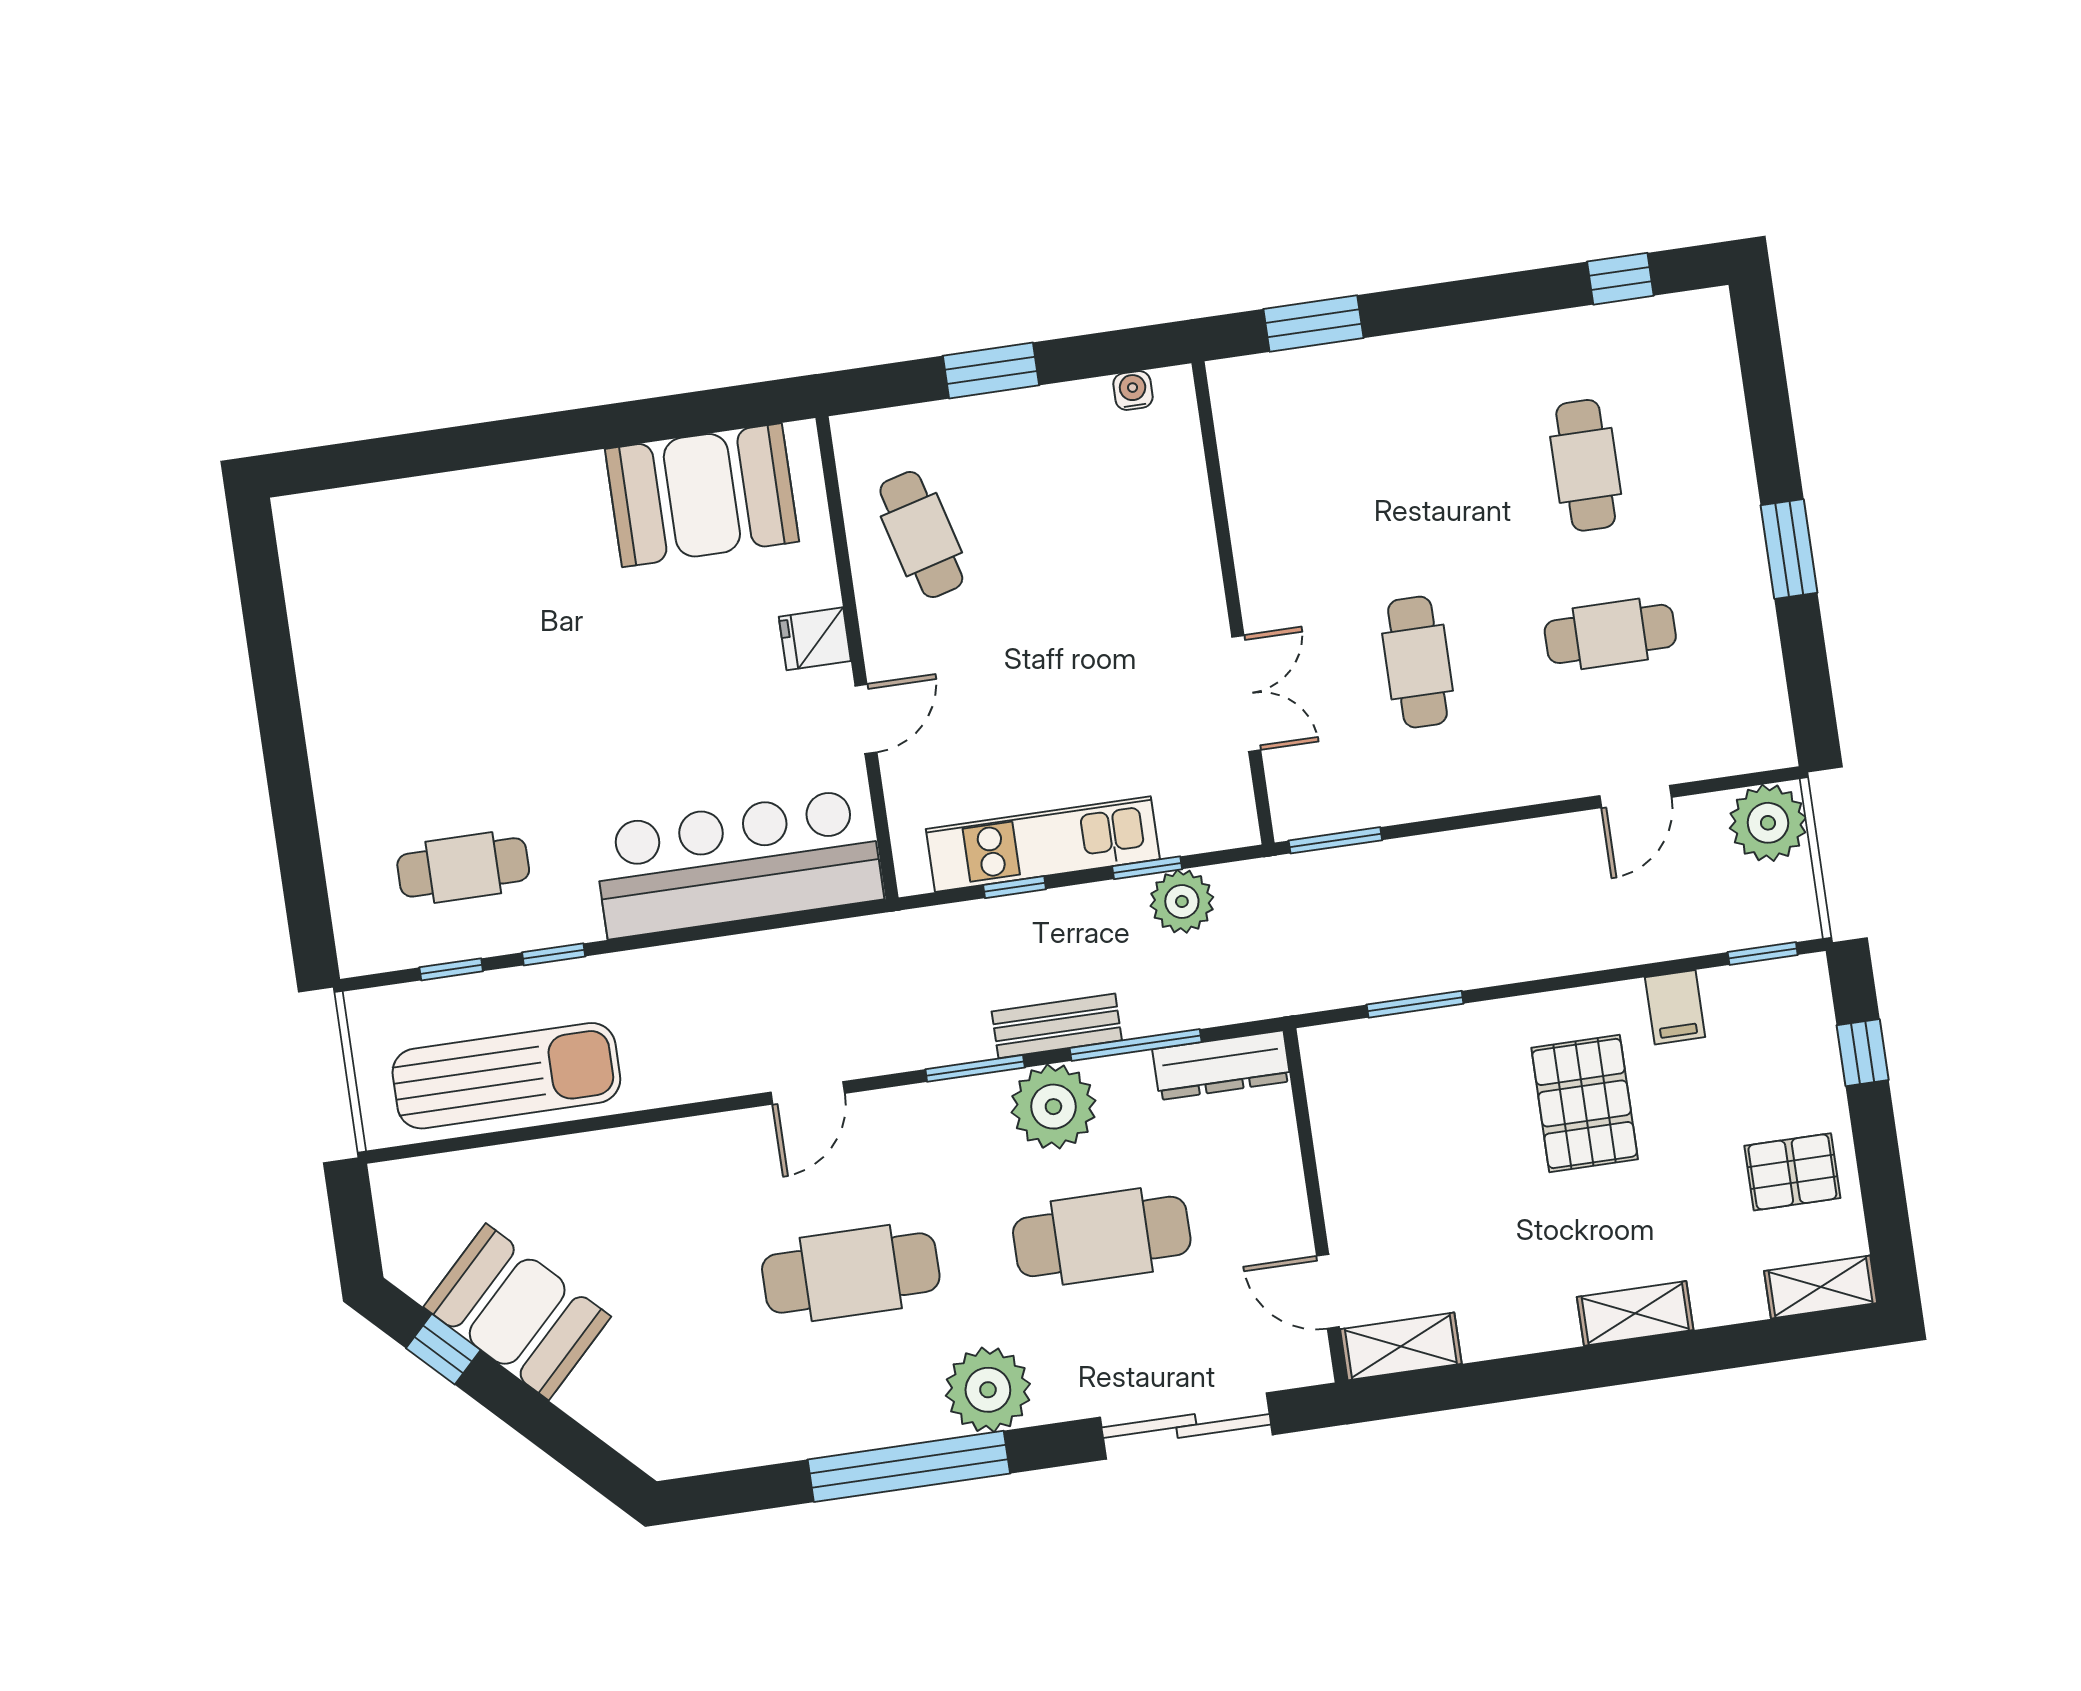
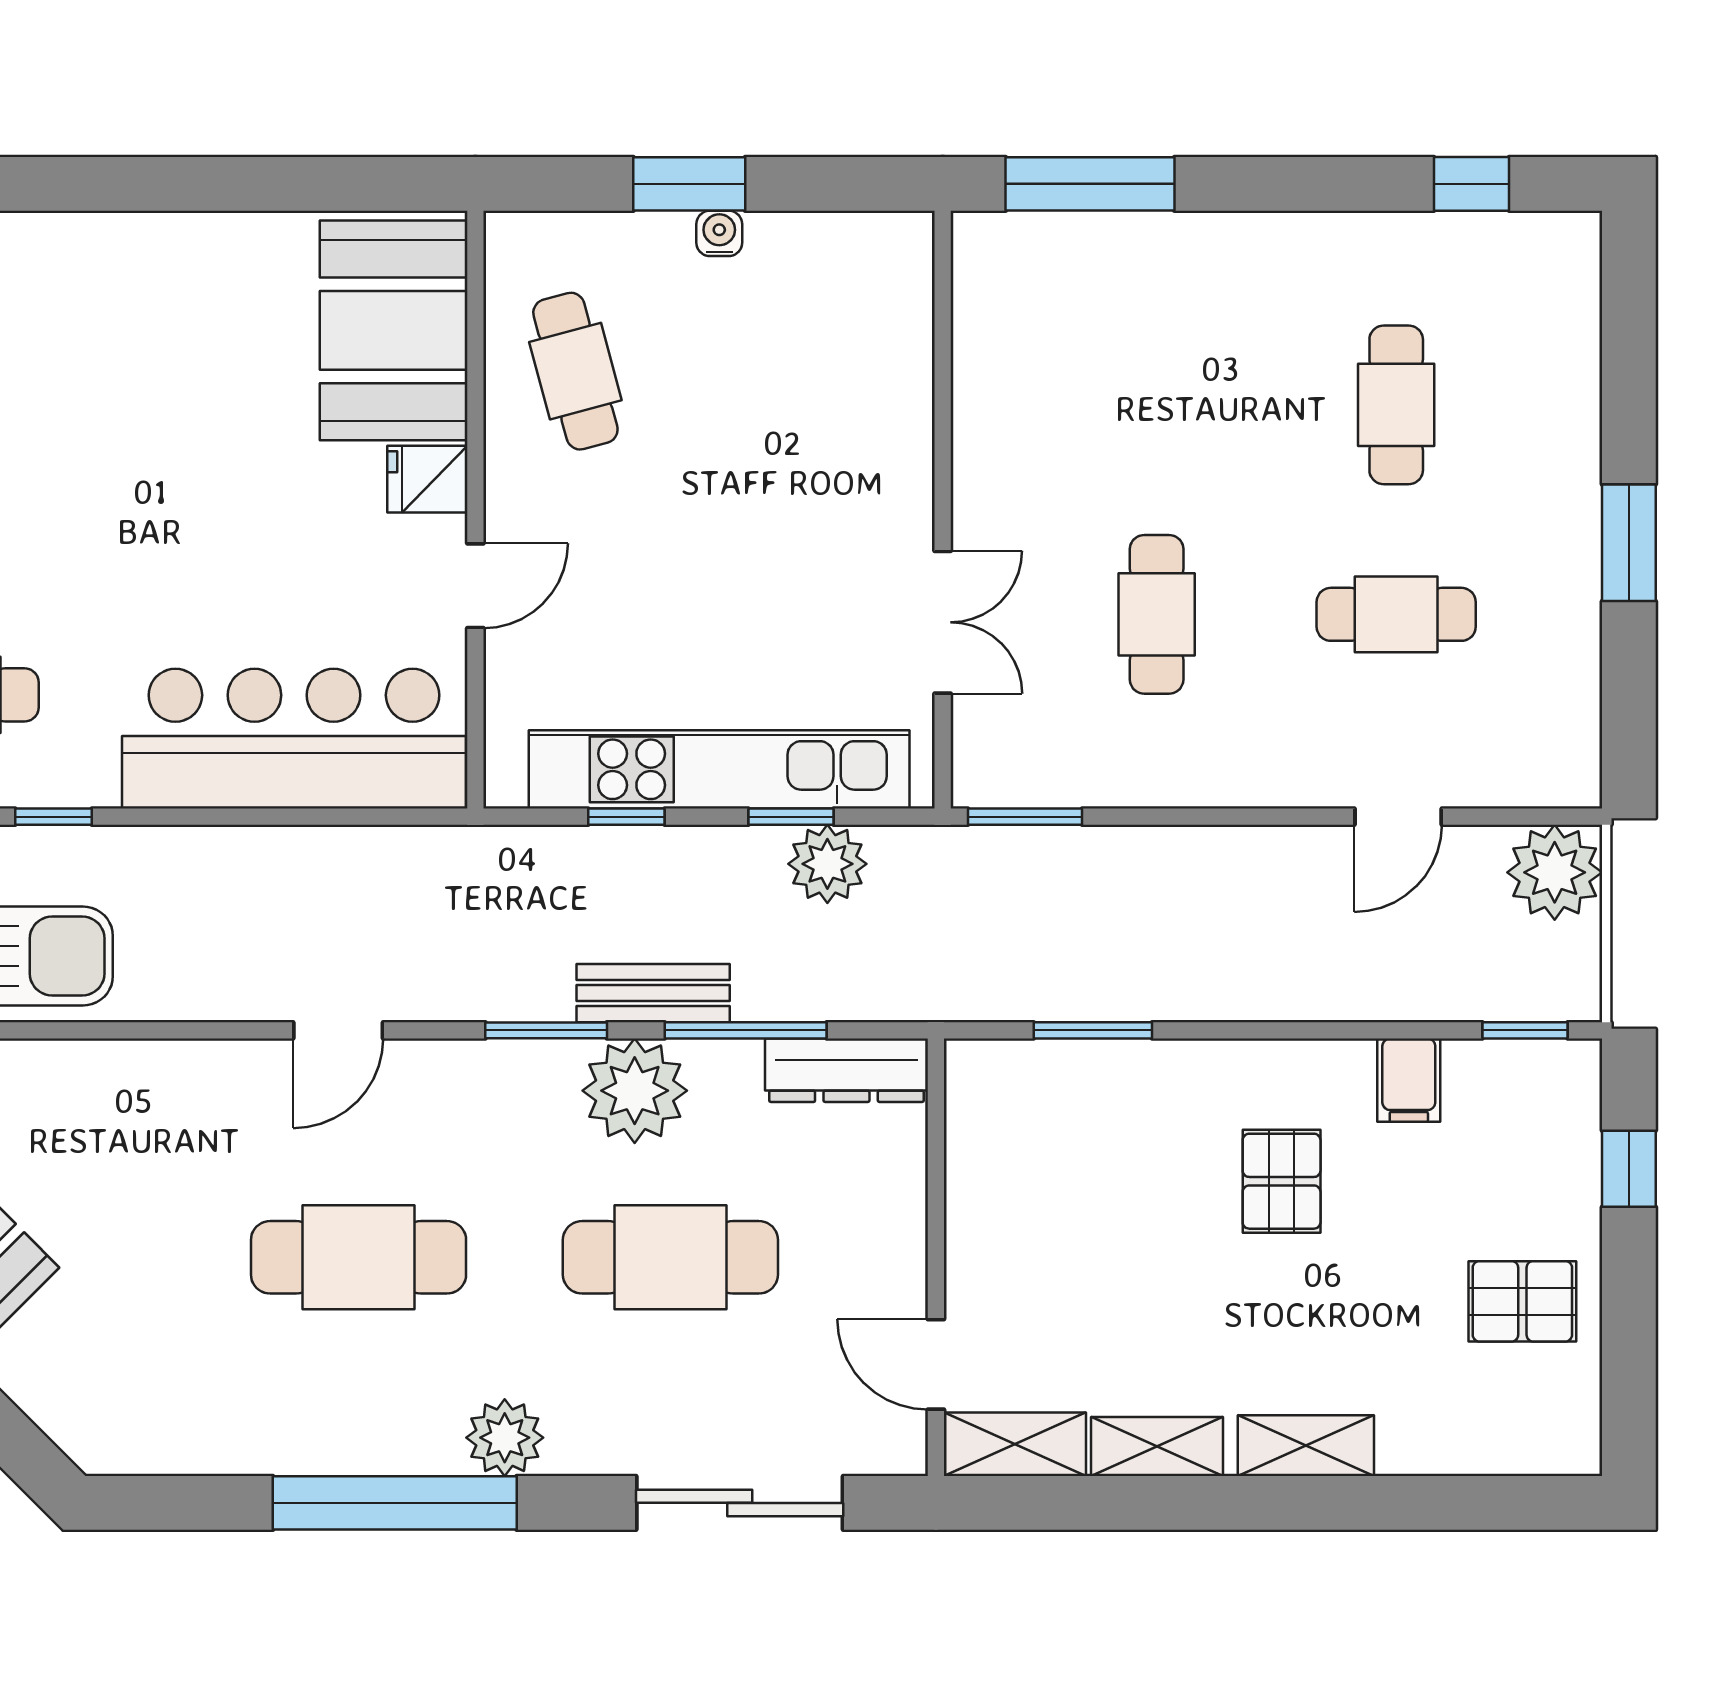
window: (1313, 323) -> (1090, 184), width x1.44
water cooler: (1133, 390) -> (719, 233), moved
booth: (702, 495) -> (394, 330), moved, turned 90
kitchen unit: (1043, 844) -> (719, 769), width x1.36
pallet: (1585, 1103) -> (1282, 1181), width x0.67, depth x0.71
shelving: (1821, 1287) -> (1157, 1447), moved
plant: (988, 1390) -> (505, 1438), width x0.73, depth x0.73

